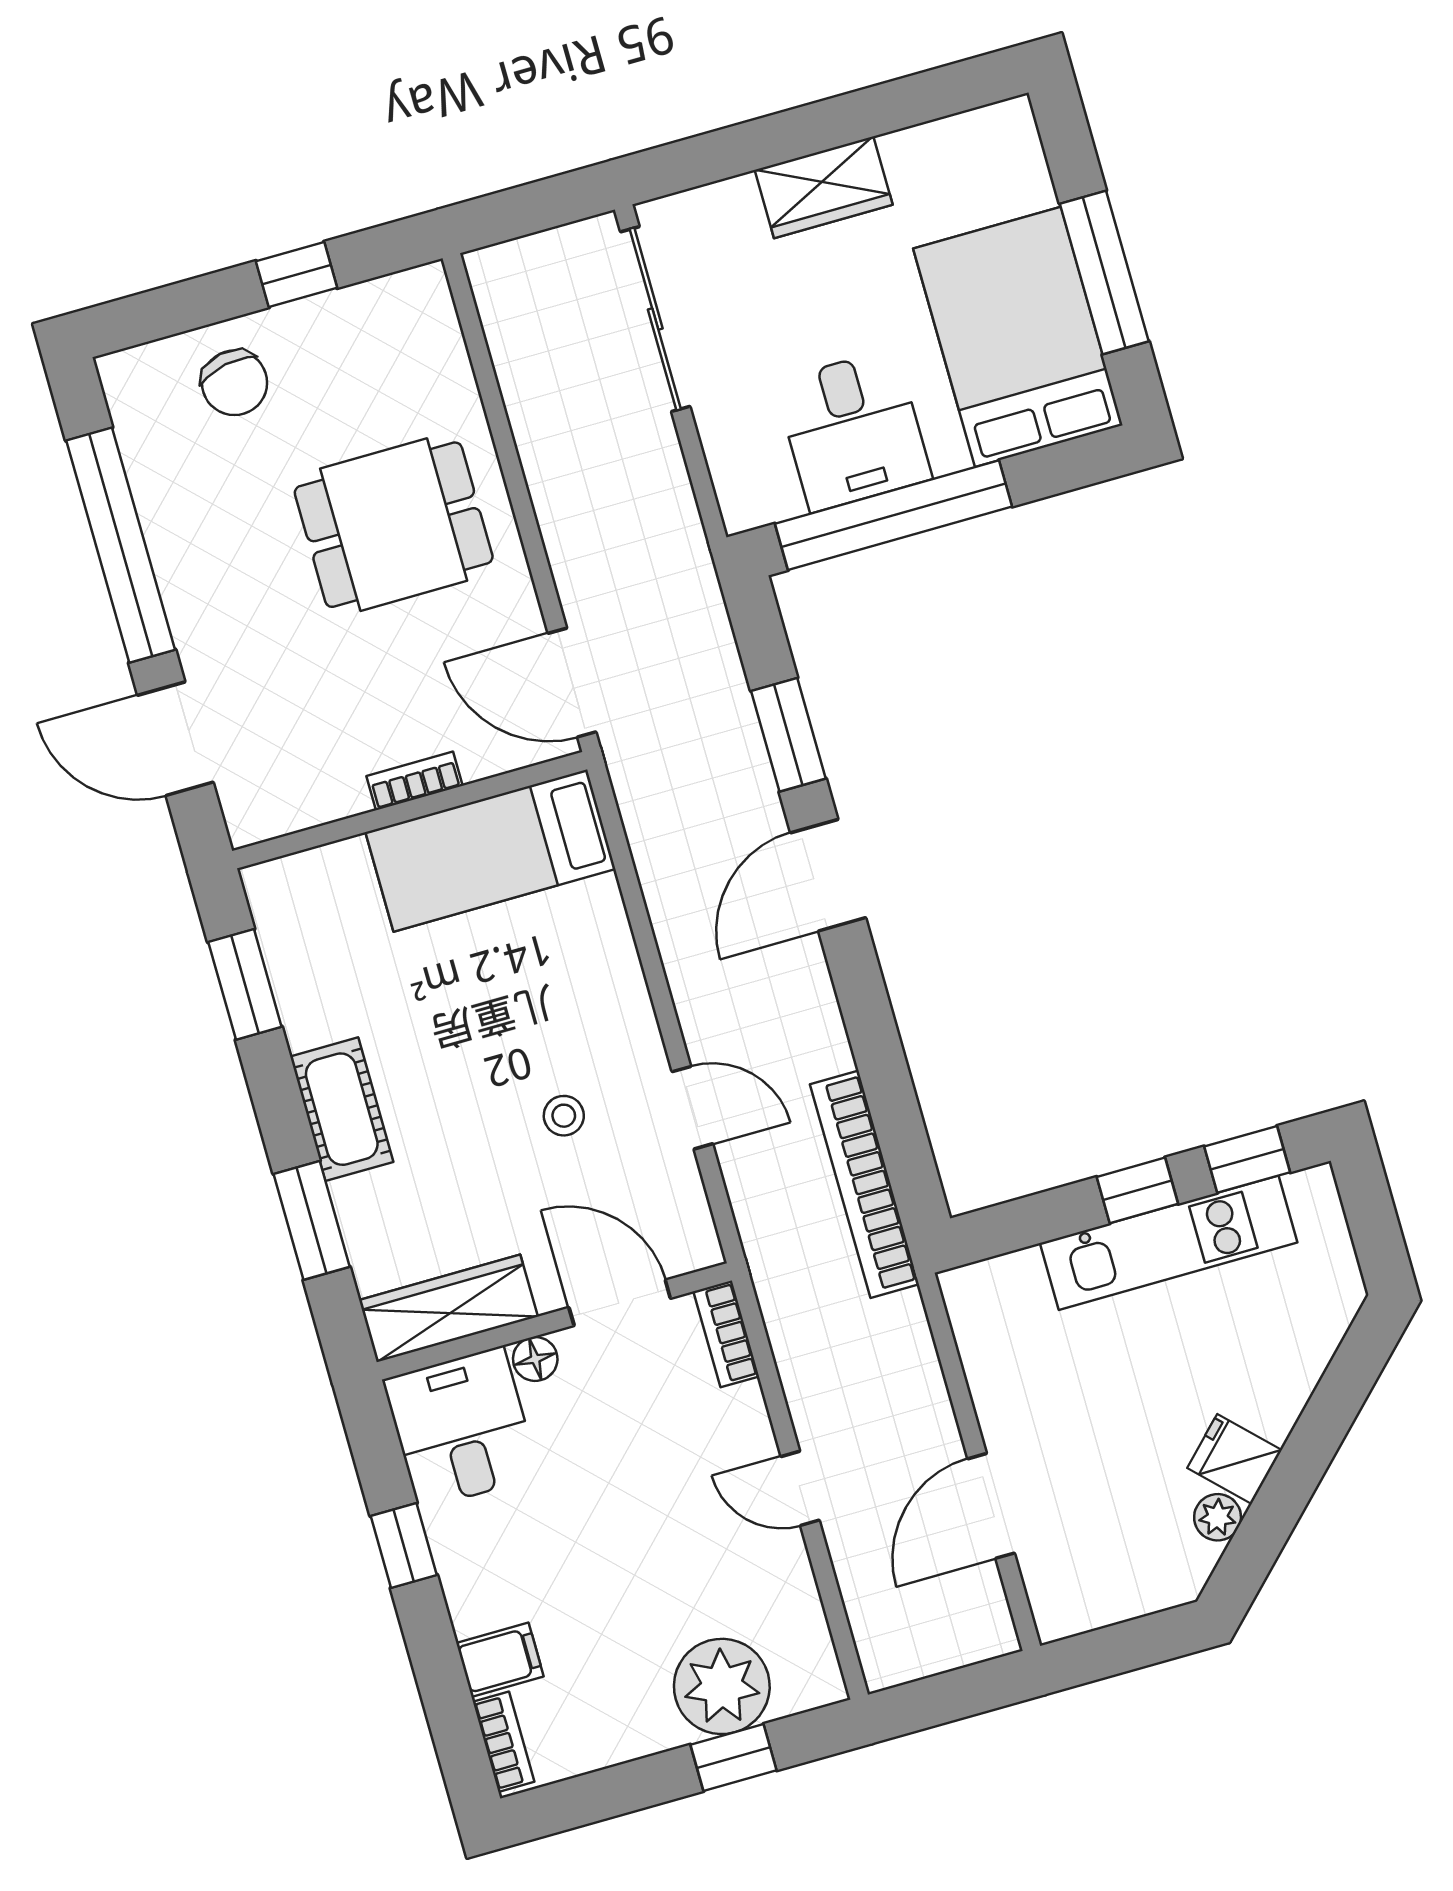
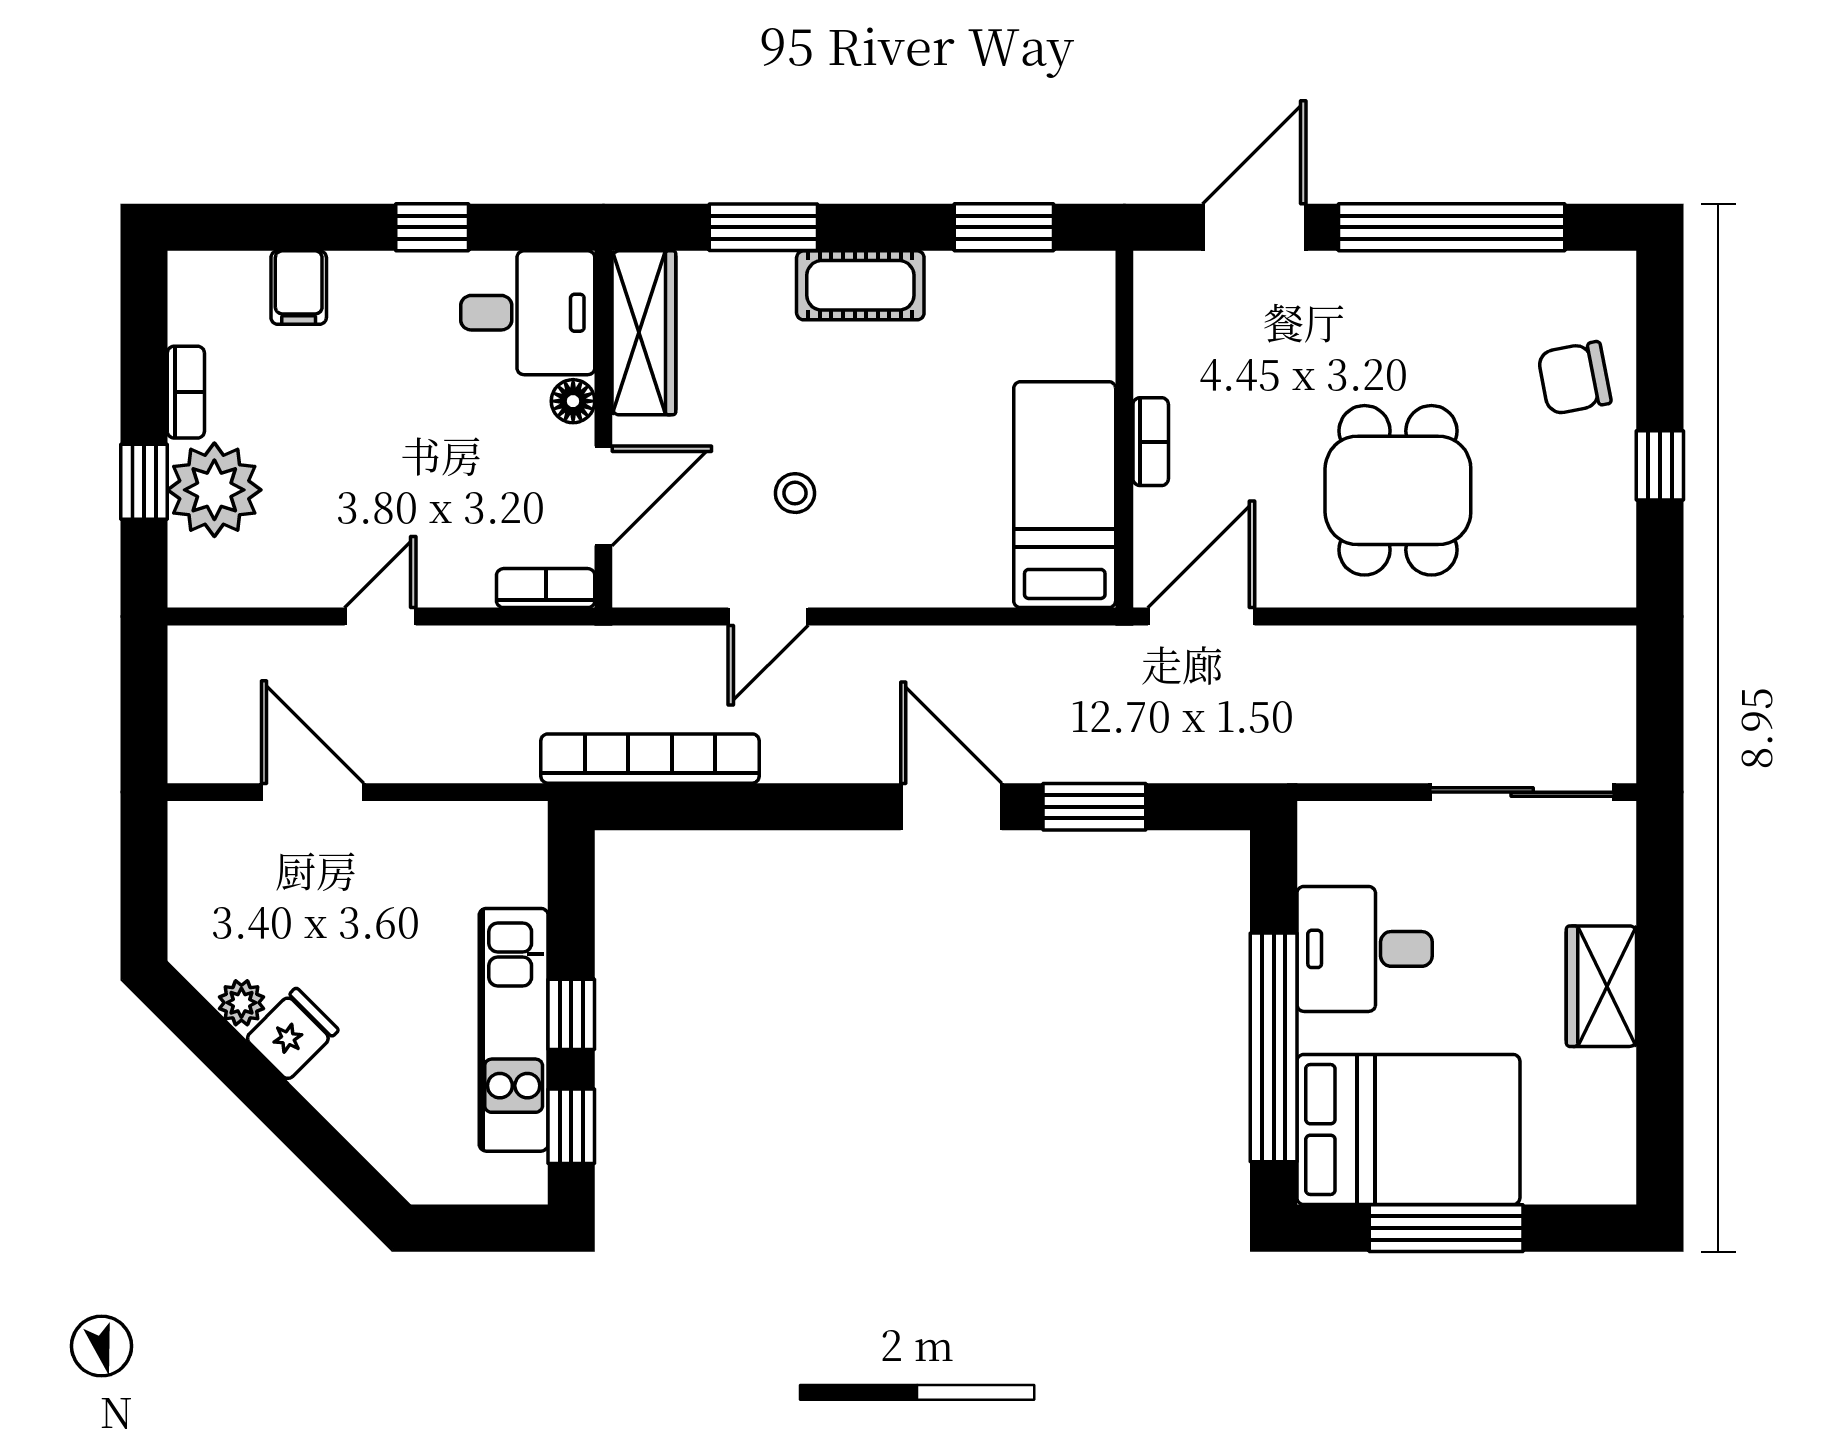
window: (893, 515) -> (1274, 1047), moved
bookcase: (504, 1742) -> (186, 392), moved, turned -90

